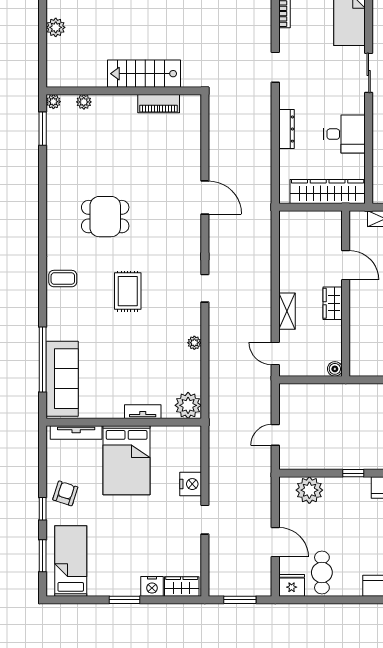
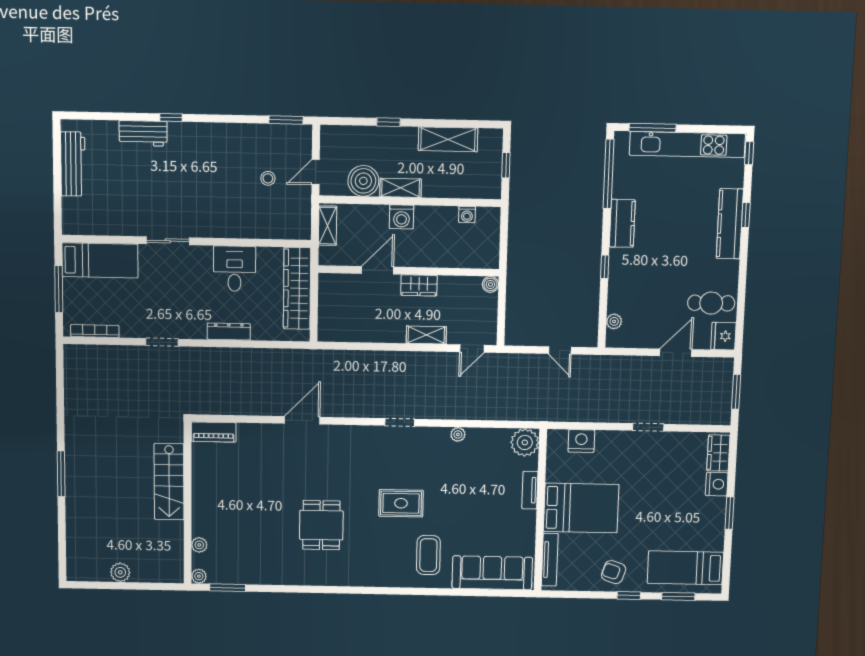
piano: (159, 104) -> (214, 432), moved, turned 90
coffee table: (63, 279) -> (428, 555), moved, width x1.36, depth x1.30
window: (43, 360) -> (471, 592), removed
nightstand: (191, 484) -> (581, 441), moved
plant: (309, 490) -> (614, 321), width x0.53, depth x0.53

